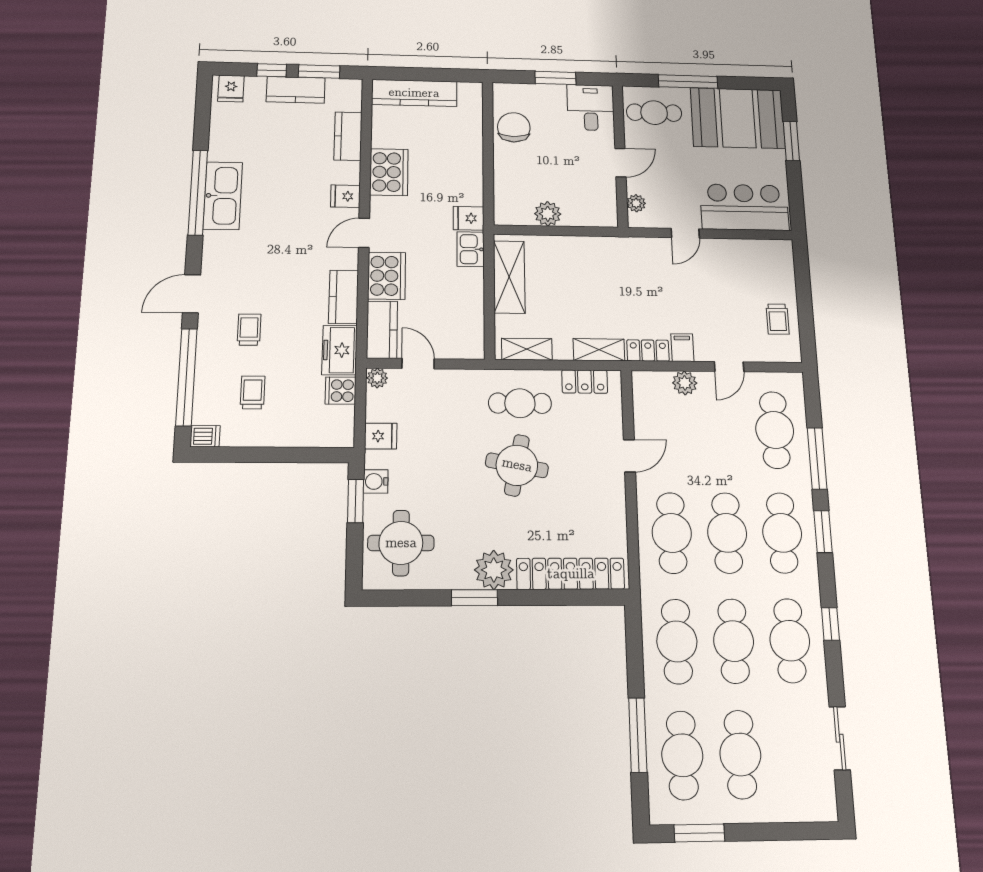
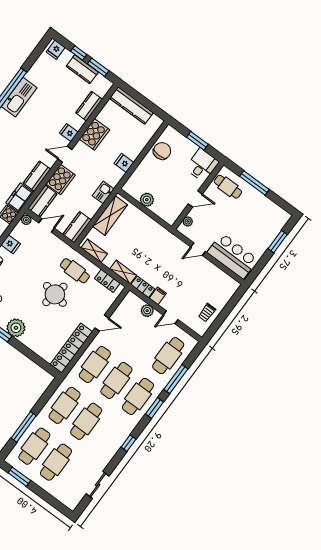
booth: (738, 118) -> (263, 215), removed
fridge: (469, 218) -> (124, 163), moved
kitchen counter: (470, 332) -> (77, 227), added
door: (418, 364) -> (47, 225), hinge flipped
locker: (571, 574) -> (71, 348), moved, turned -90
cafe table: (790, 641) -> (108, 437), removed

